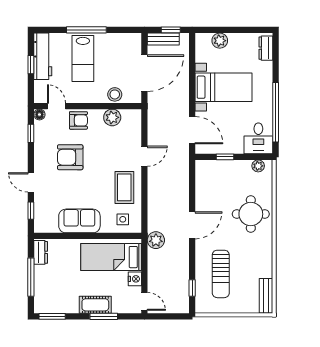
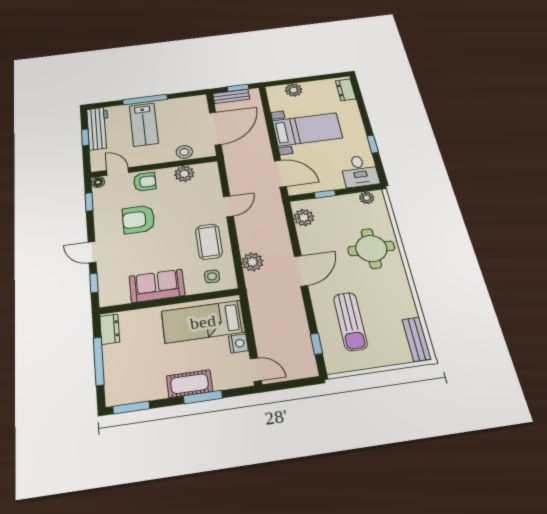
window: (276, 112) -> (373, 144), width x0.32
plant: (203, 177) -> (304, 218), added
plant: (156, 240) -> (252, 262), moved

